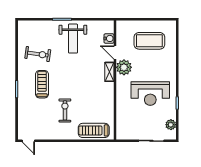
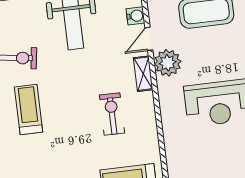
door: (115, 52) -> (149, 39), hinge flipped
exercise bike: (65, 110) -> (112, 114), moved

